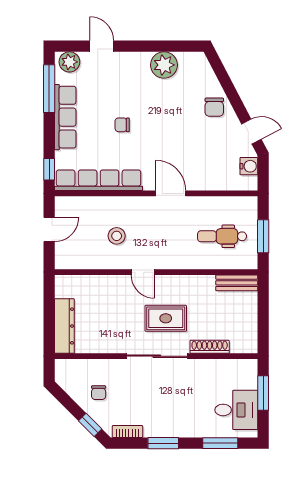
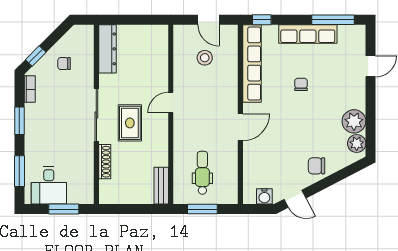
plant: (69, 62) -> (357, 144), moved
door: (251, 132) -> (295, 199), hinge flipped
stool: (117, 236) -> (205, 58), moved
dresser: (64, 326) -> (107, 49), moved, turned -90

